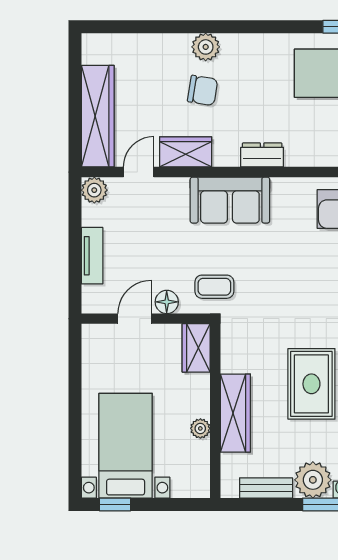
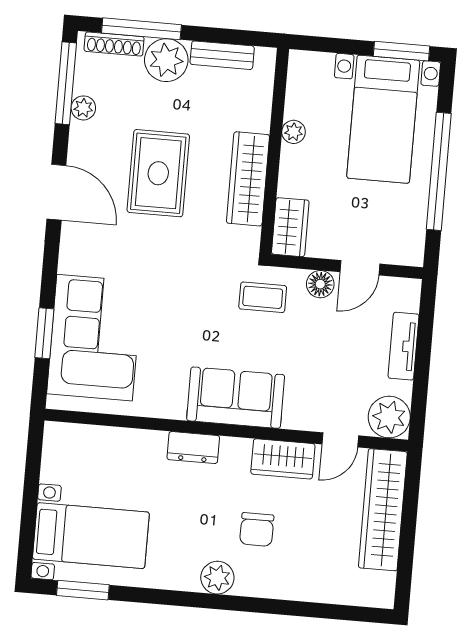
plant: (206, 47) -> (217, 578), moved
chair: (203, 90) -> (257, 530), turned -99
plant: (94, 190) -> (389, 417), width x1.36, depth x1.36
window: (75, 406) -> (439, 171), added
wardrobe: (235, 413) -> (248, 179), moved
window: (115, 504) -> (402, 51), width x1.50

